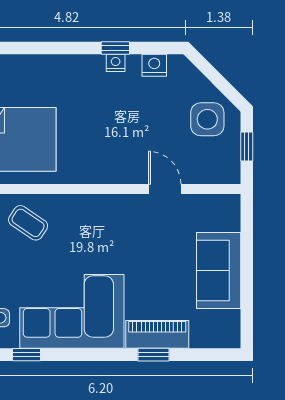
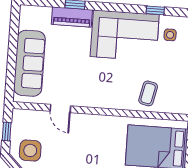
coffee table: (28, 223) -> (148, 93), turned 68
sofa: (219, 270) -> (30, 63), width x1.36

